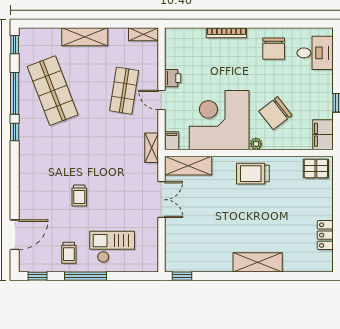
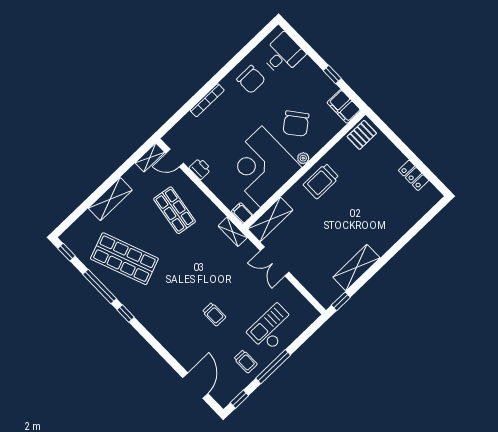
door: (161, 100) -> (175, 158), moved
double door: (161, 200) -> (275, 261), swing flipped
shelving: (258, 262) -> (356, 268), moved

